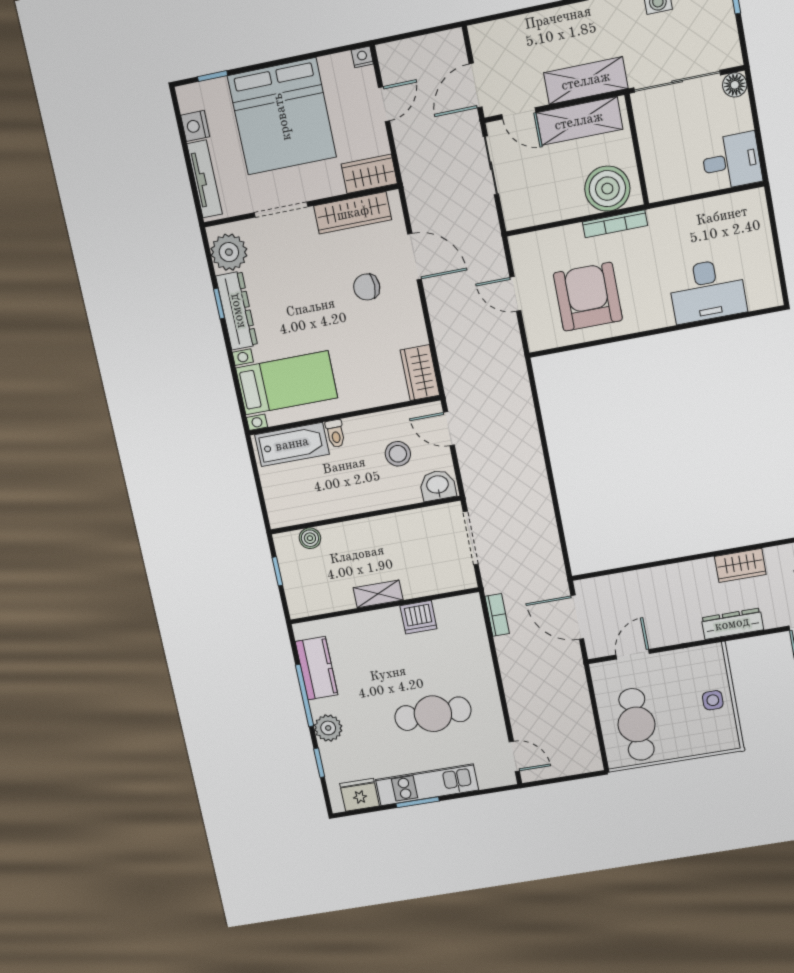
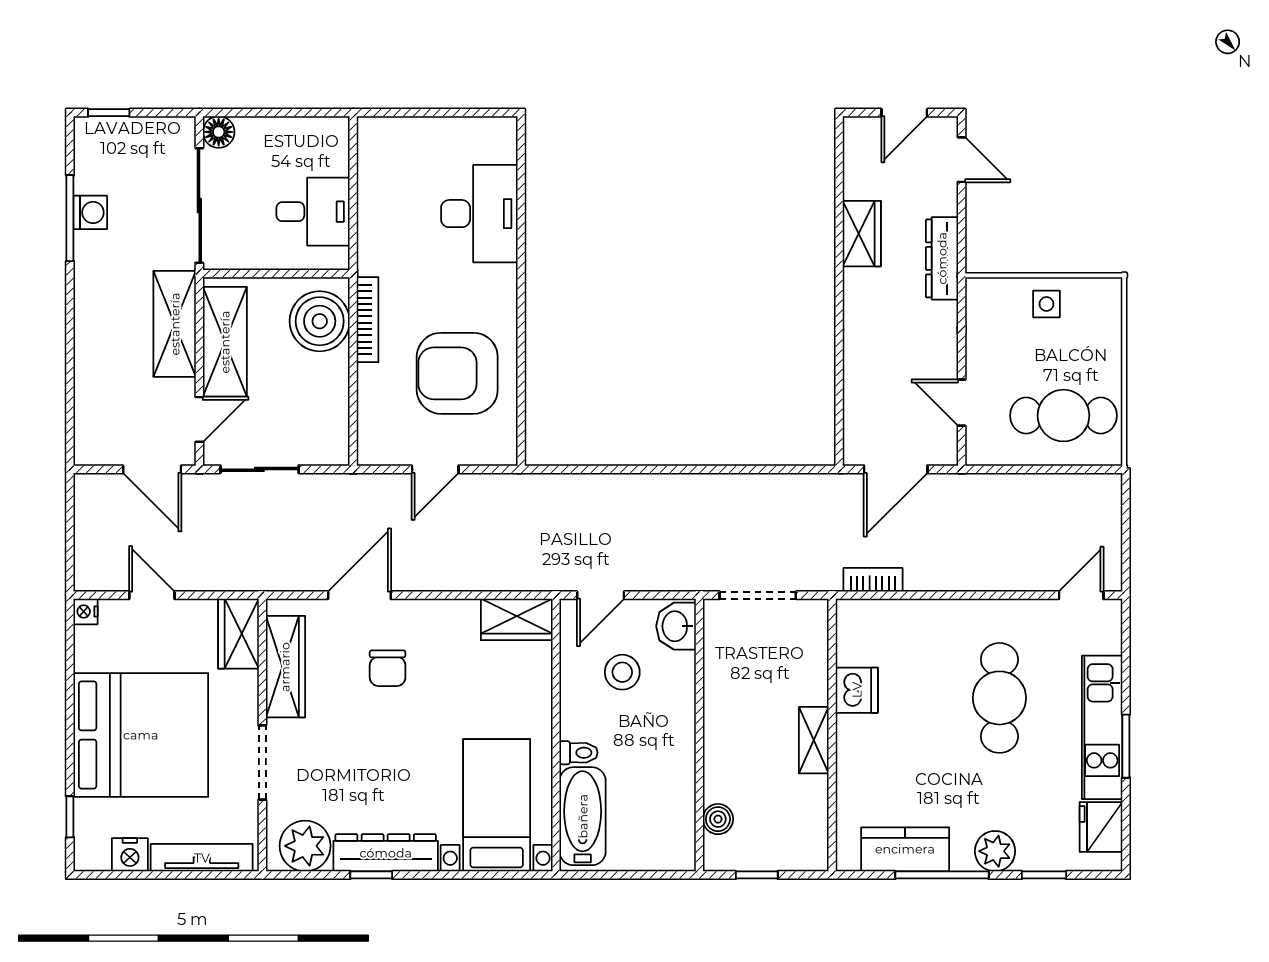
desk: (732, 161) -> (313, 212), moved, turned 90

